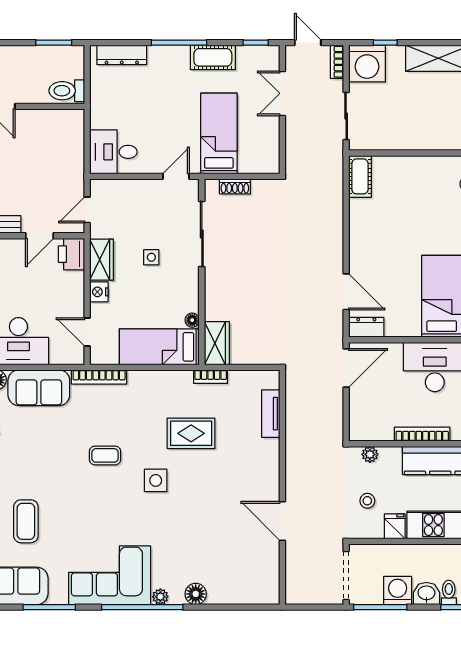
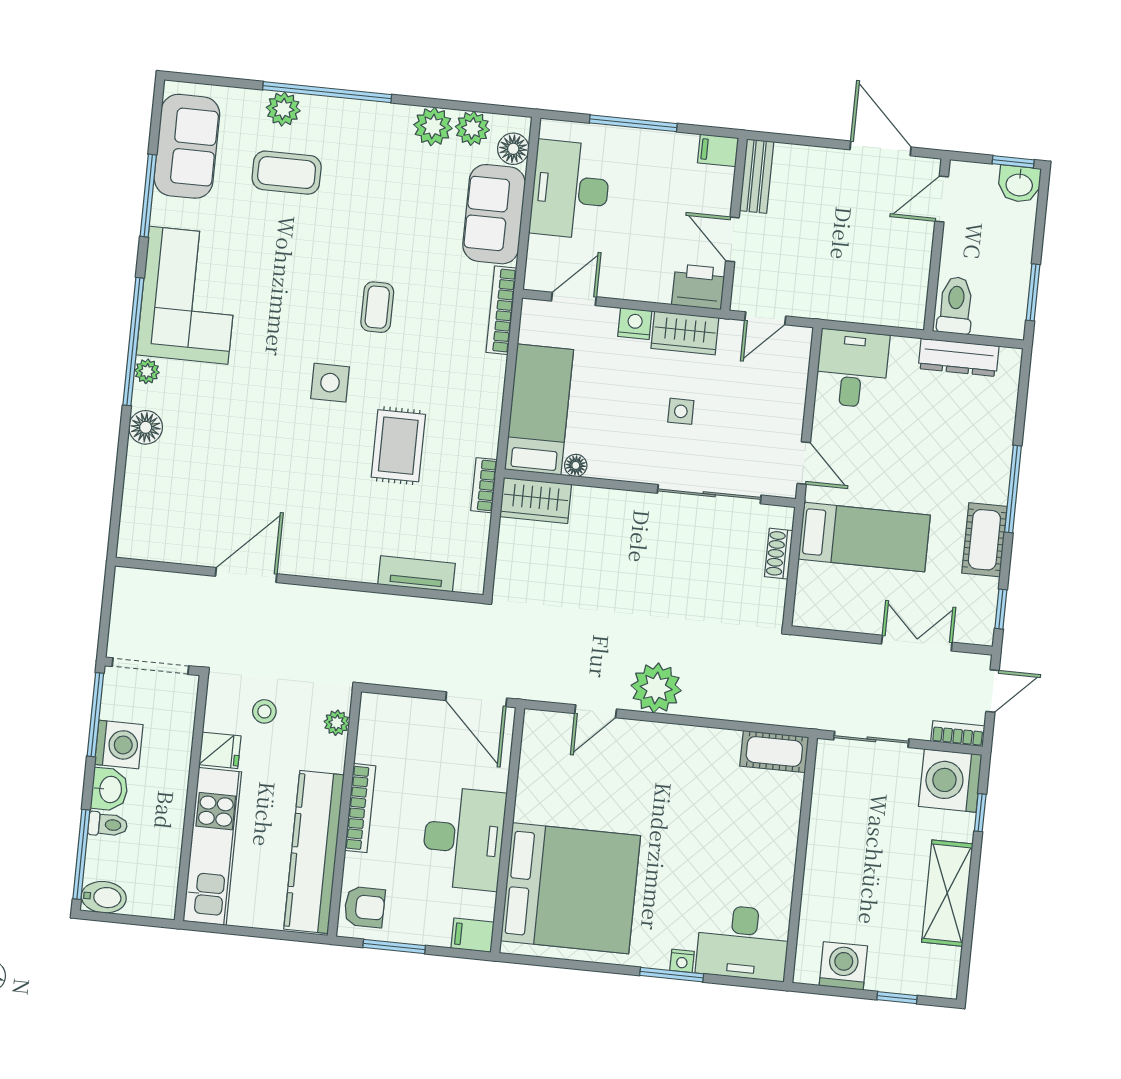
dresser: (122, 55) -> (959, 357), moved, turned -90
door: (87, 210) -> (765, 318), swing flipped
plant: (327, 255) -> (656, 688), added
door: (346, 292) -> (596, 711), width x0.73
dresser: (366, 327) -> (537, 737), removed

